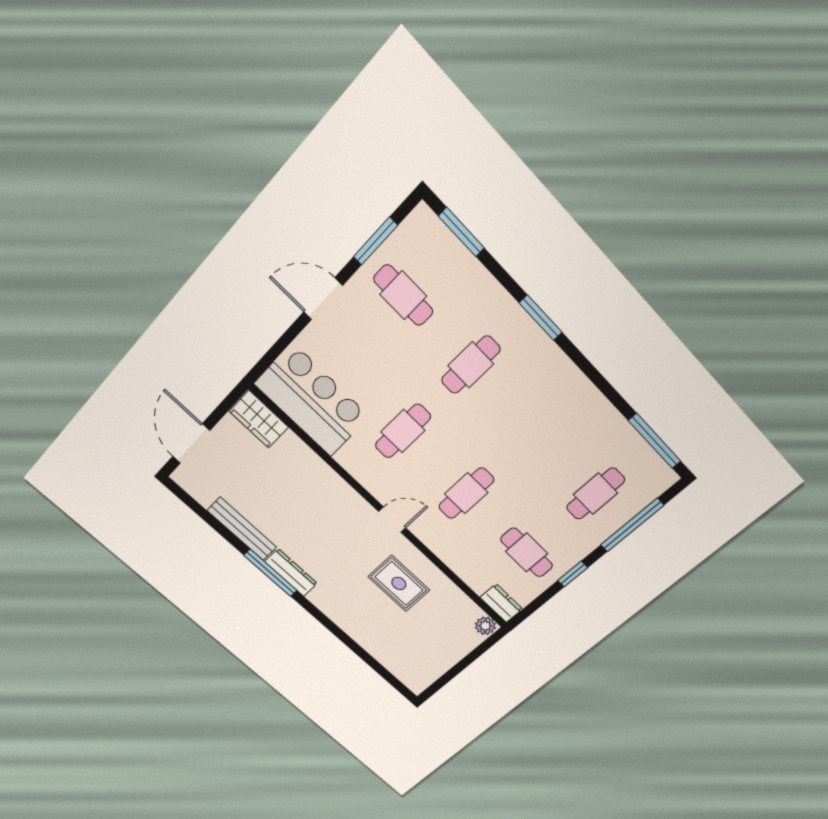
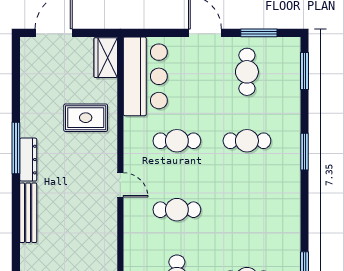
bench: (242, 529) -> (28, 213), moved
rug: (399, 583) -> (86, 118), moved, turned 90

